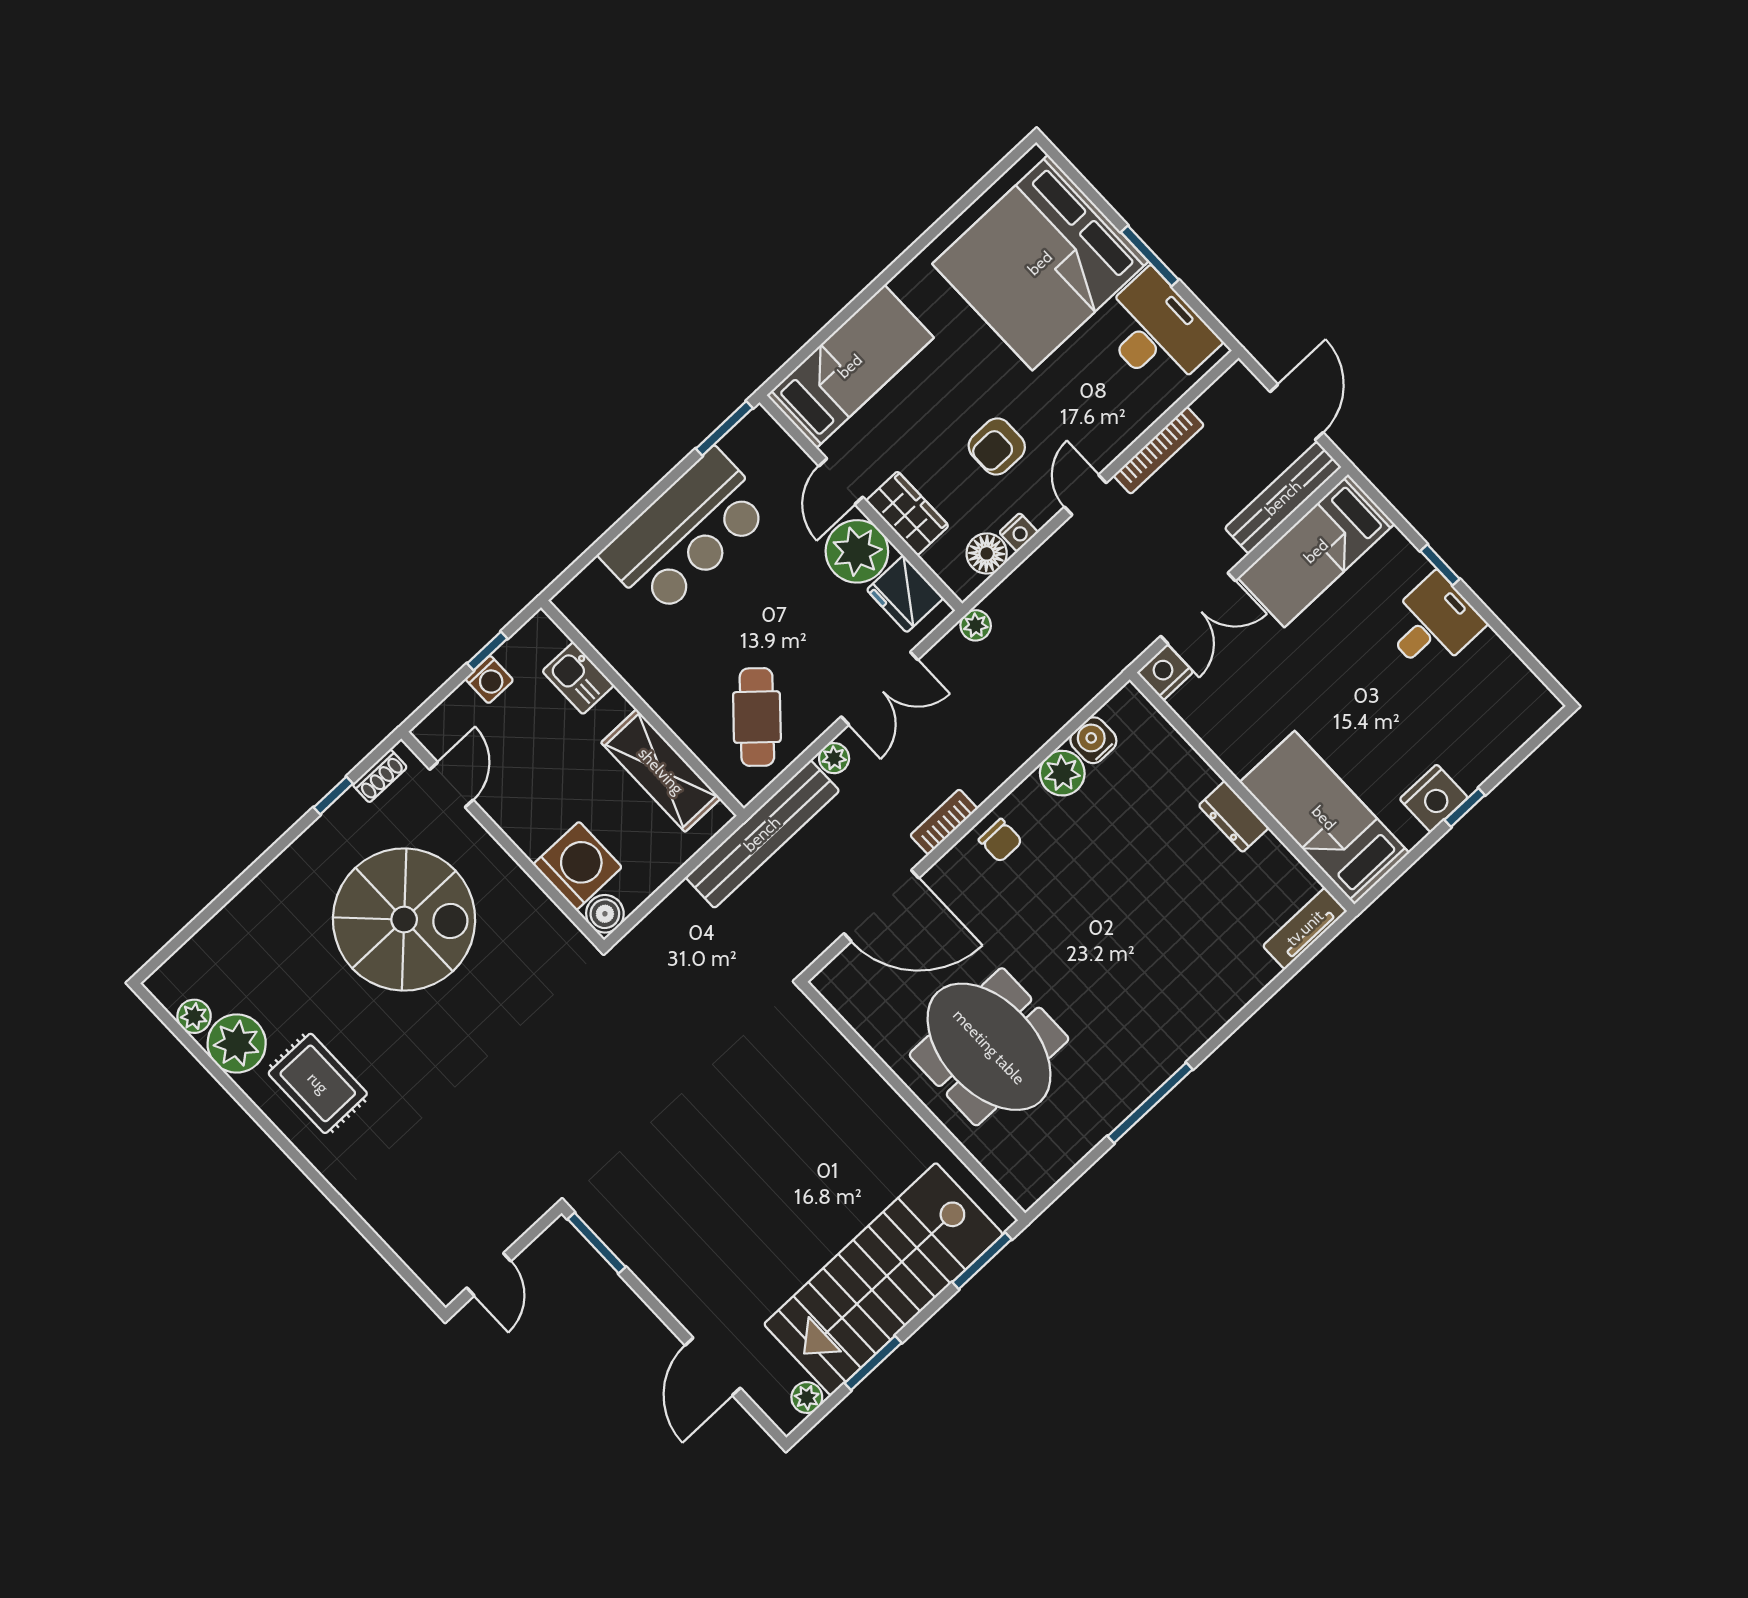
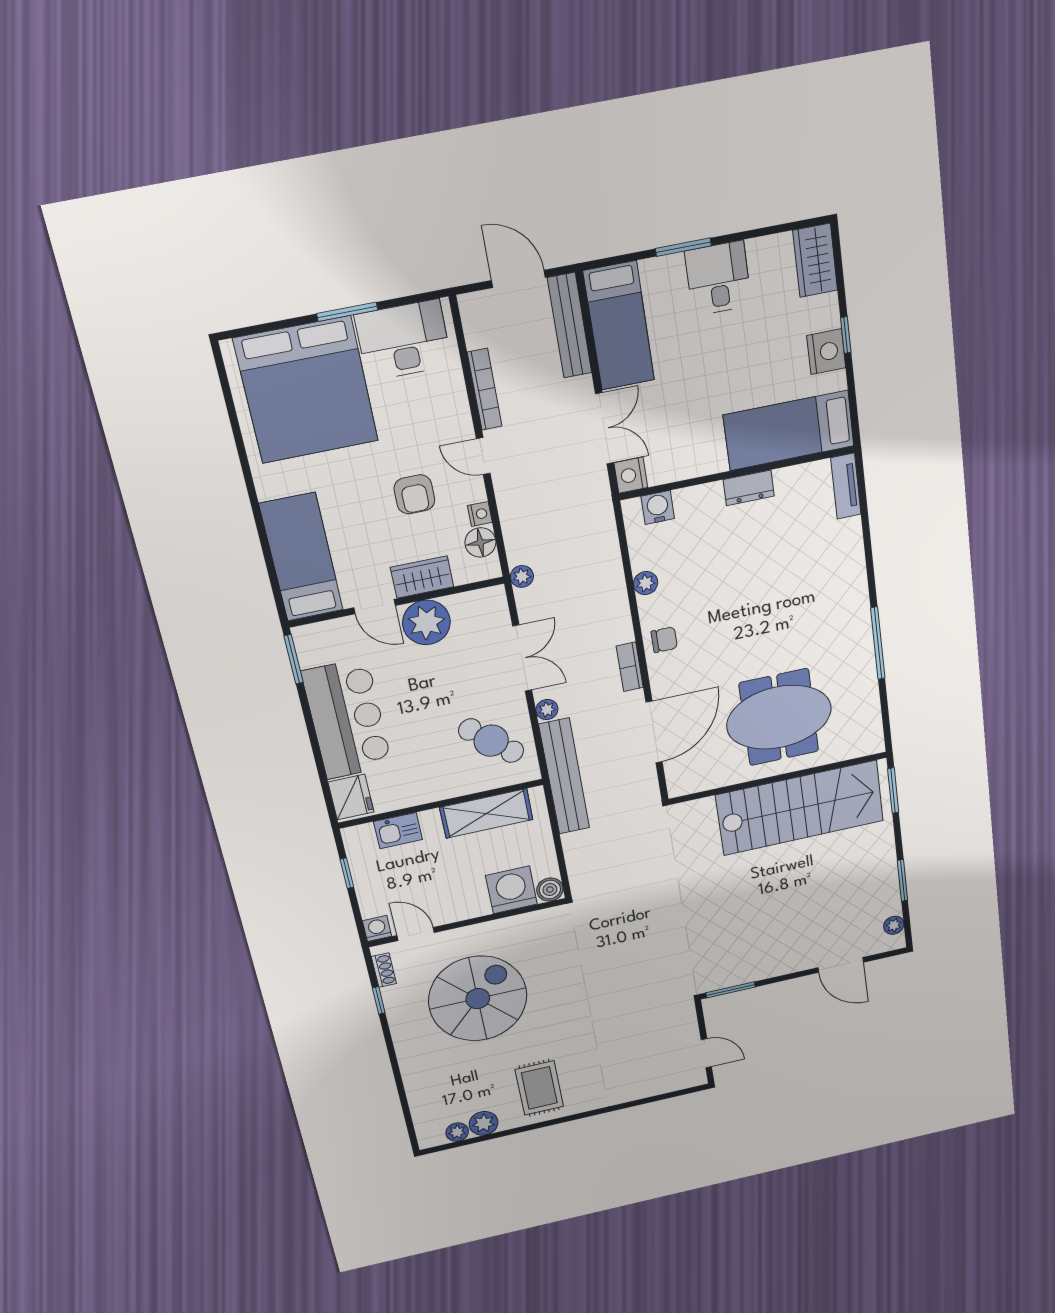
window: (1440, 565) -> (683, 247), width x1.50
fridge: (905, 594) -> (351, 797), moved, turned -90
washing machine: (489, 679) -> (377, 928), moved, turned -90
wardrobe: (1518, 717) -> (815, 260), added
water cooler: (1093, 740) -> (658, 507), moved, turned 90
plant: (1062, 773) -> (646, 583), width x0.73, depth x0.73
plant: (237, 1044) -> (484, 1123), width x0.73, depth x0.73
rug: (318, 1083) -> (539, 1088), turned 90
stairs: (883, 1279) -> (800, 808), moved, turned -90

